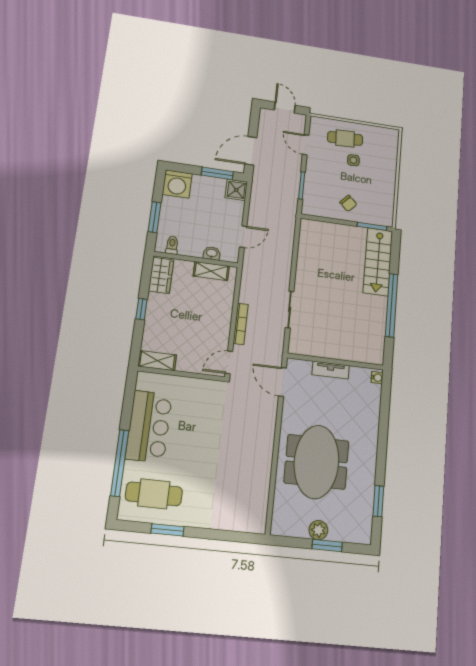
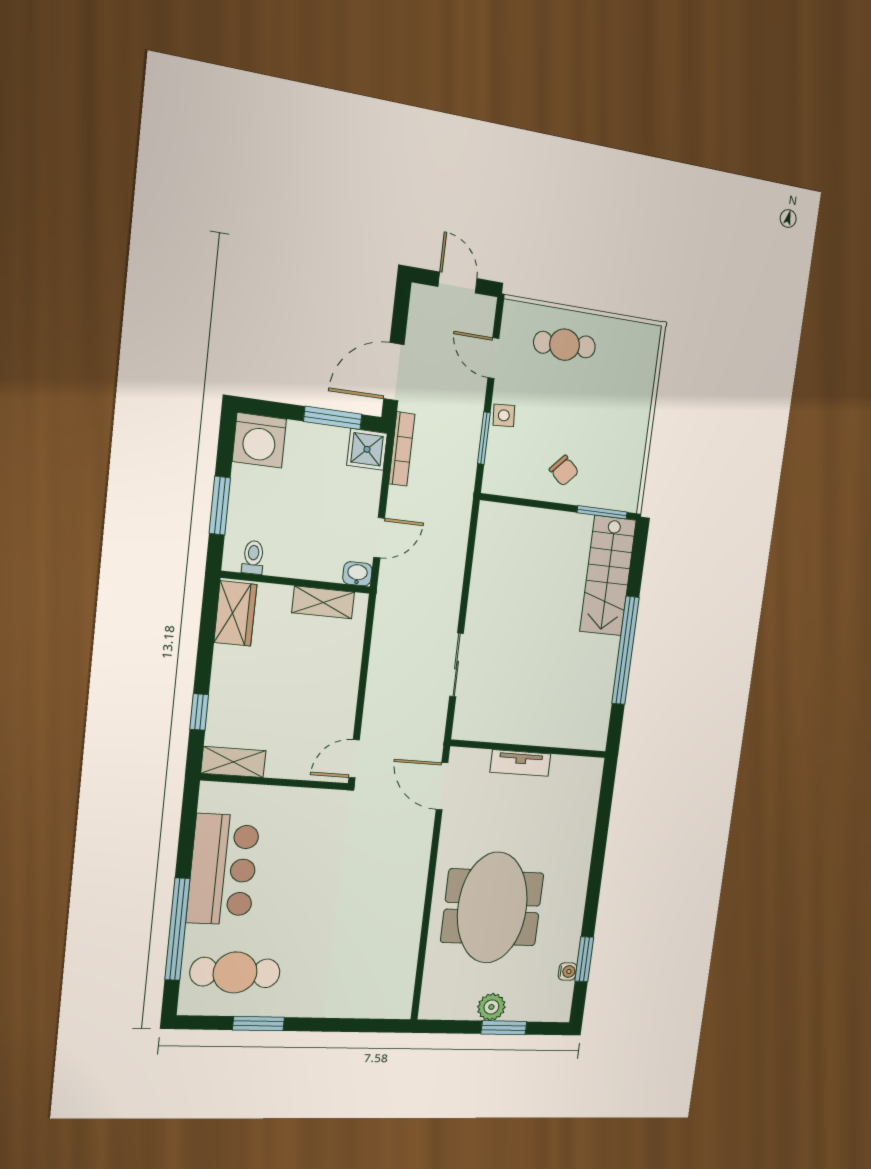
side table: (353, 160) -> (504, 415), moved
washbasin: (212, 253) -> (357, 574), moved
window: (141, 309) -> (199, 712), moved
bookcase: (241, 324) -> (402, 449), moved
water cooler: (377, 378) -> (567, 971), moved

